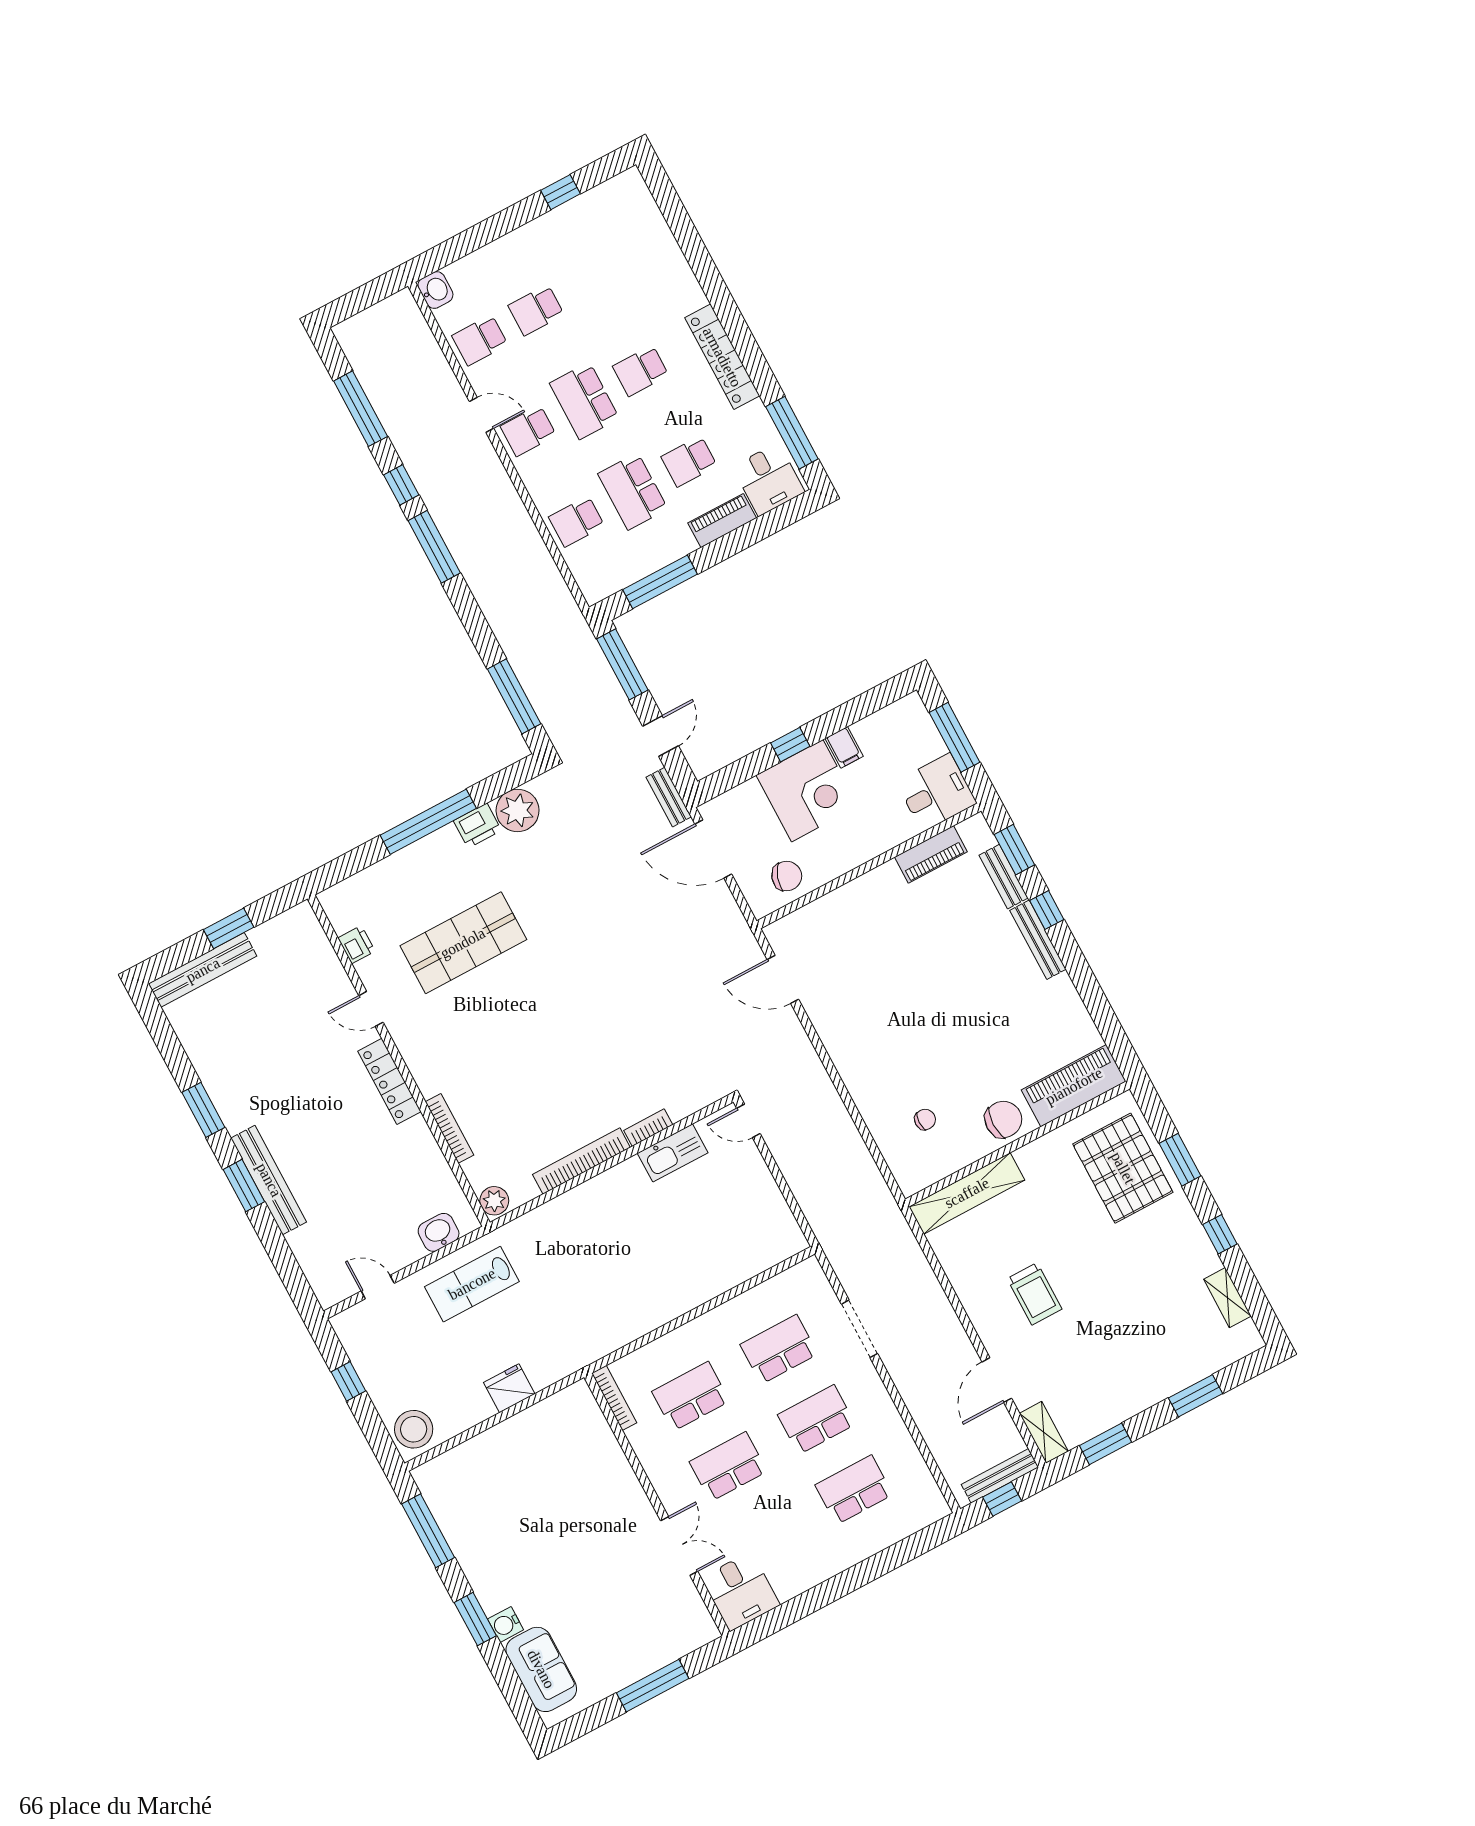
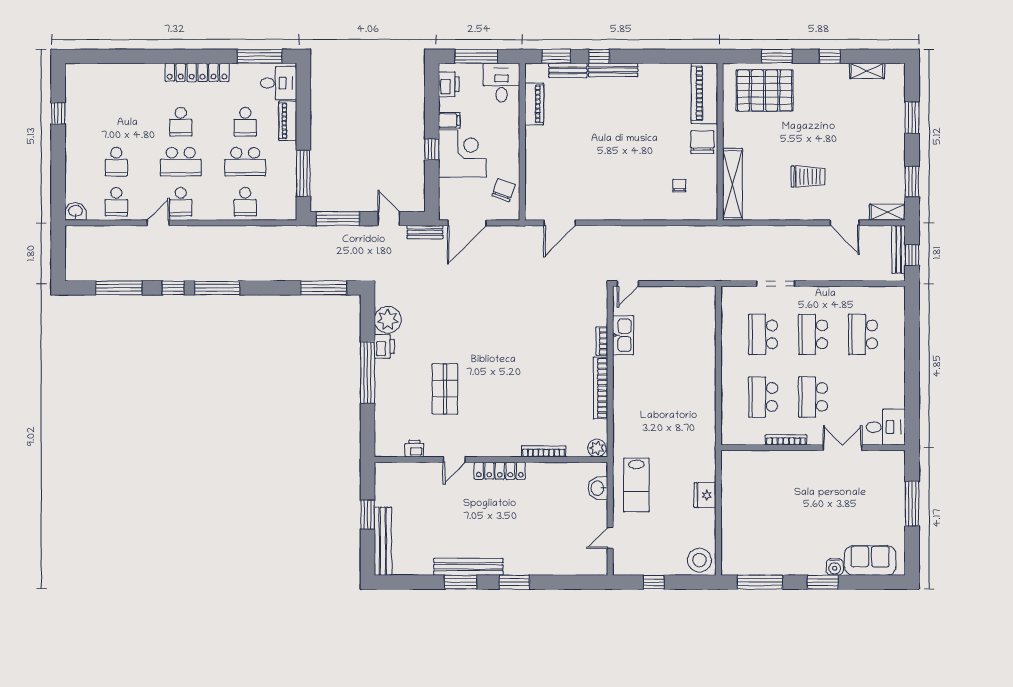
printer: (895, 720) -> (449, 84), added
shop shelf: (463, 943) -> (445, 389), width x0.70, depth x0.74
bench: (269, 1180) -> (468, 567), moved
bookcase: (614, 1398) -> (786, 440), moved

